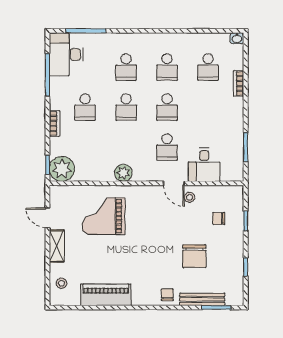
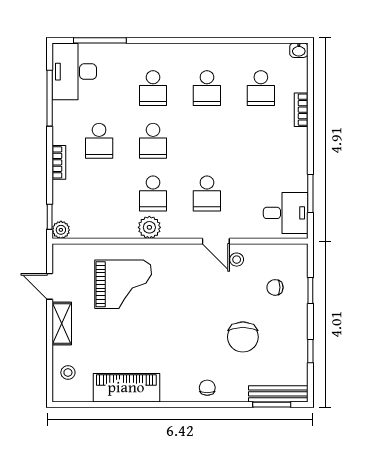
school desk: (167, 107) -> (153, 193), moved
desk: (204, 165) -> (286, 213), moved, turned -90
plant: (62, 169) -> (61, 230), width x0.53, depth x0.53
grand piano: (103, 216) -> (123, 284), turned 180
bench: (202, 299) -> (278, 394), moved

